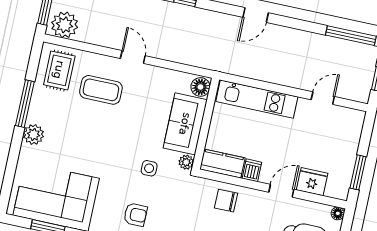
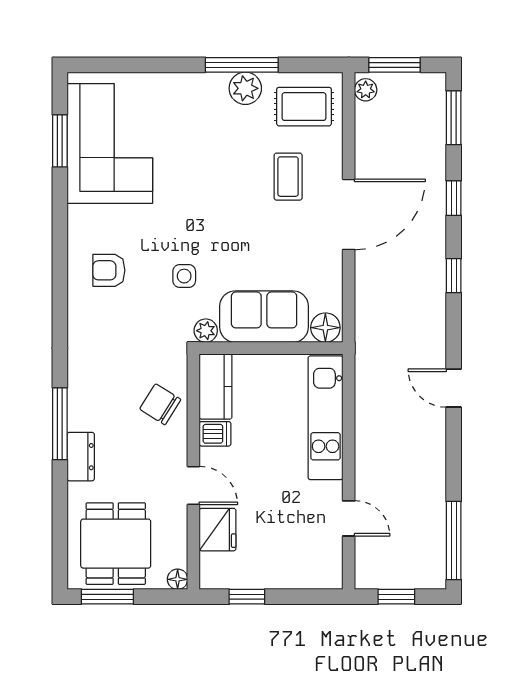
plant: (65, 25) -> (366, 90), width x0.53, depth x0.53
door: (133, 57) -> (349, 214), width x1.87
coffee table: (101, 90) -> (288, 177), width x0.73, depth x0.77
plant: (34, 134) -> (245, 88), moved
window: (358, 172) -> (247, 597), width x0.67
chair: (226, 201) -> (160, 404), turned -58
armchair: (135, 215) -> (109, 270), turned 90

